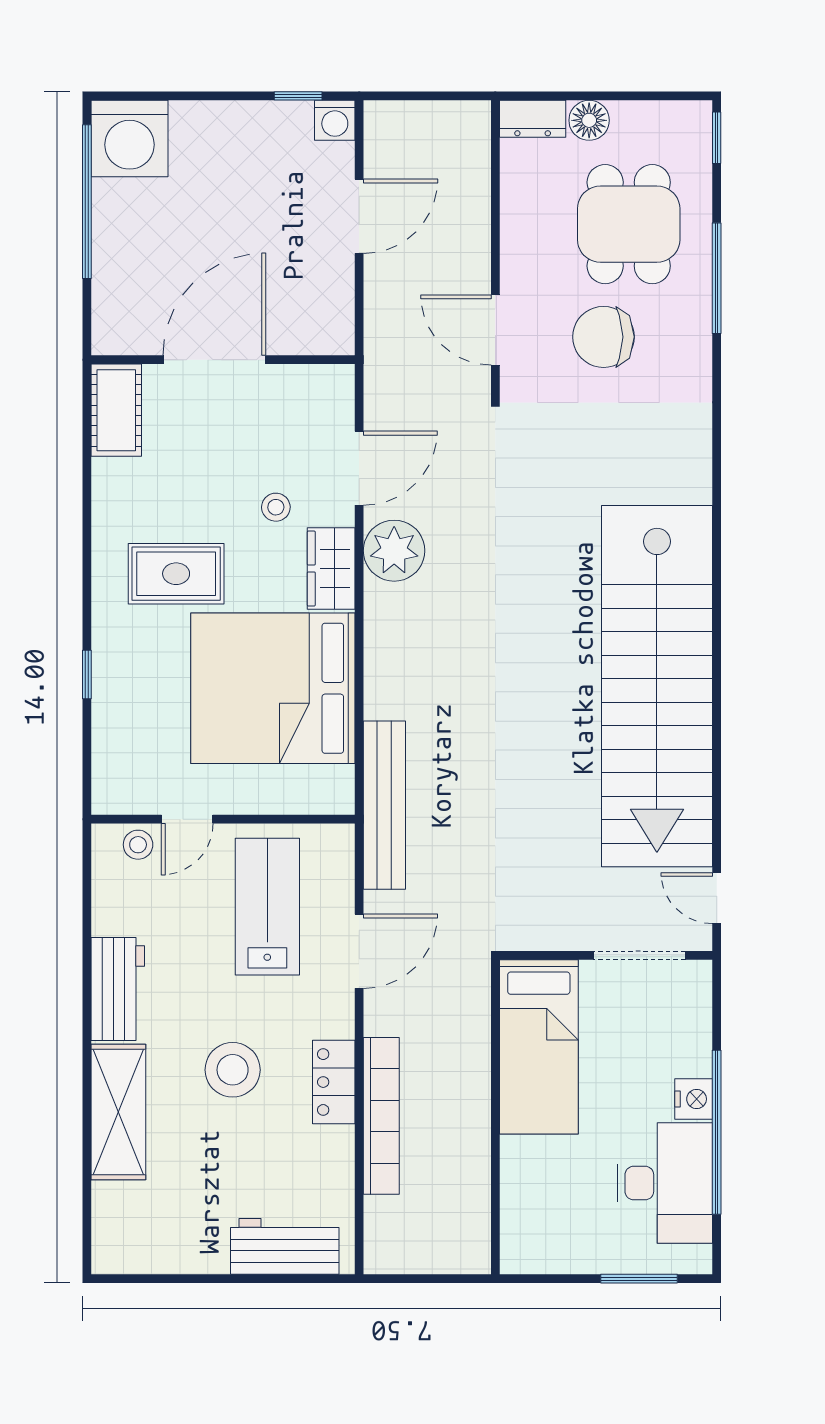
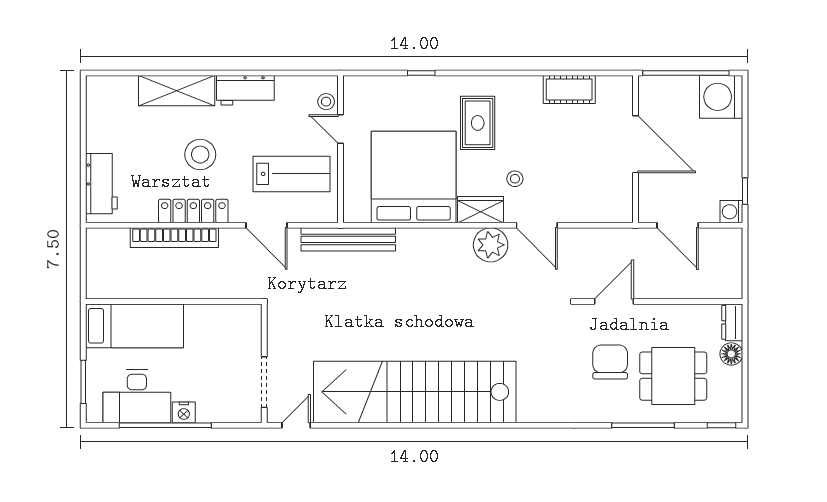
door: (214, 360) -> (635, 144), moved
wall: (223, 360) -> (635, 149), moved
bed: (539, 1047) -> (135, 326), moved, turned 180
locker: (334, 1082) -> (193, 211), width x1.53

